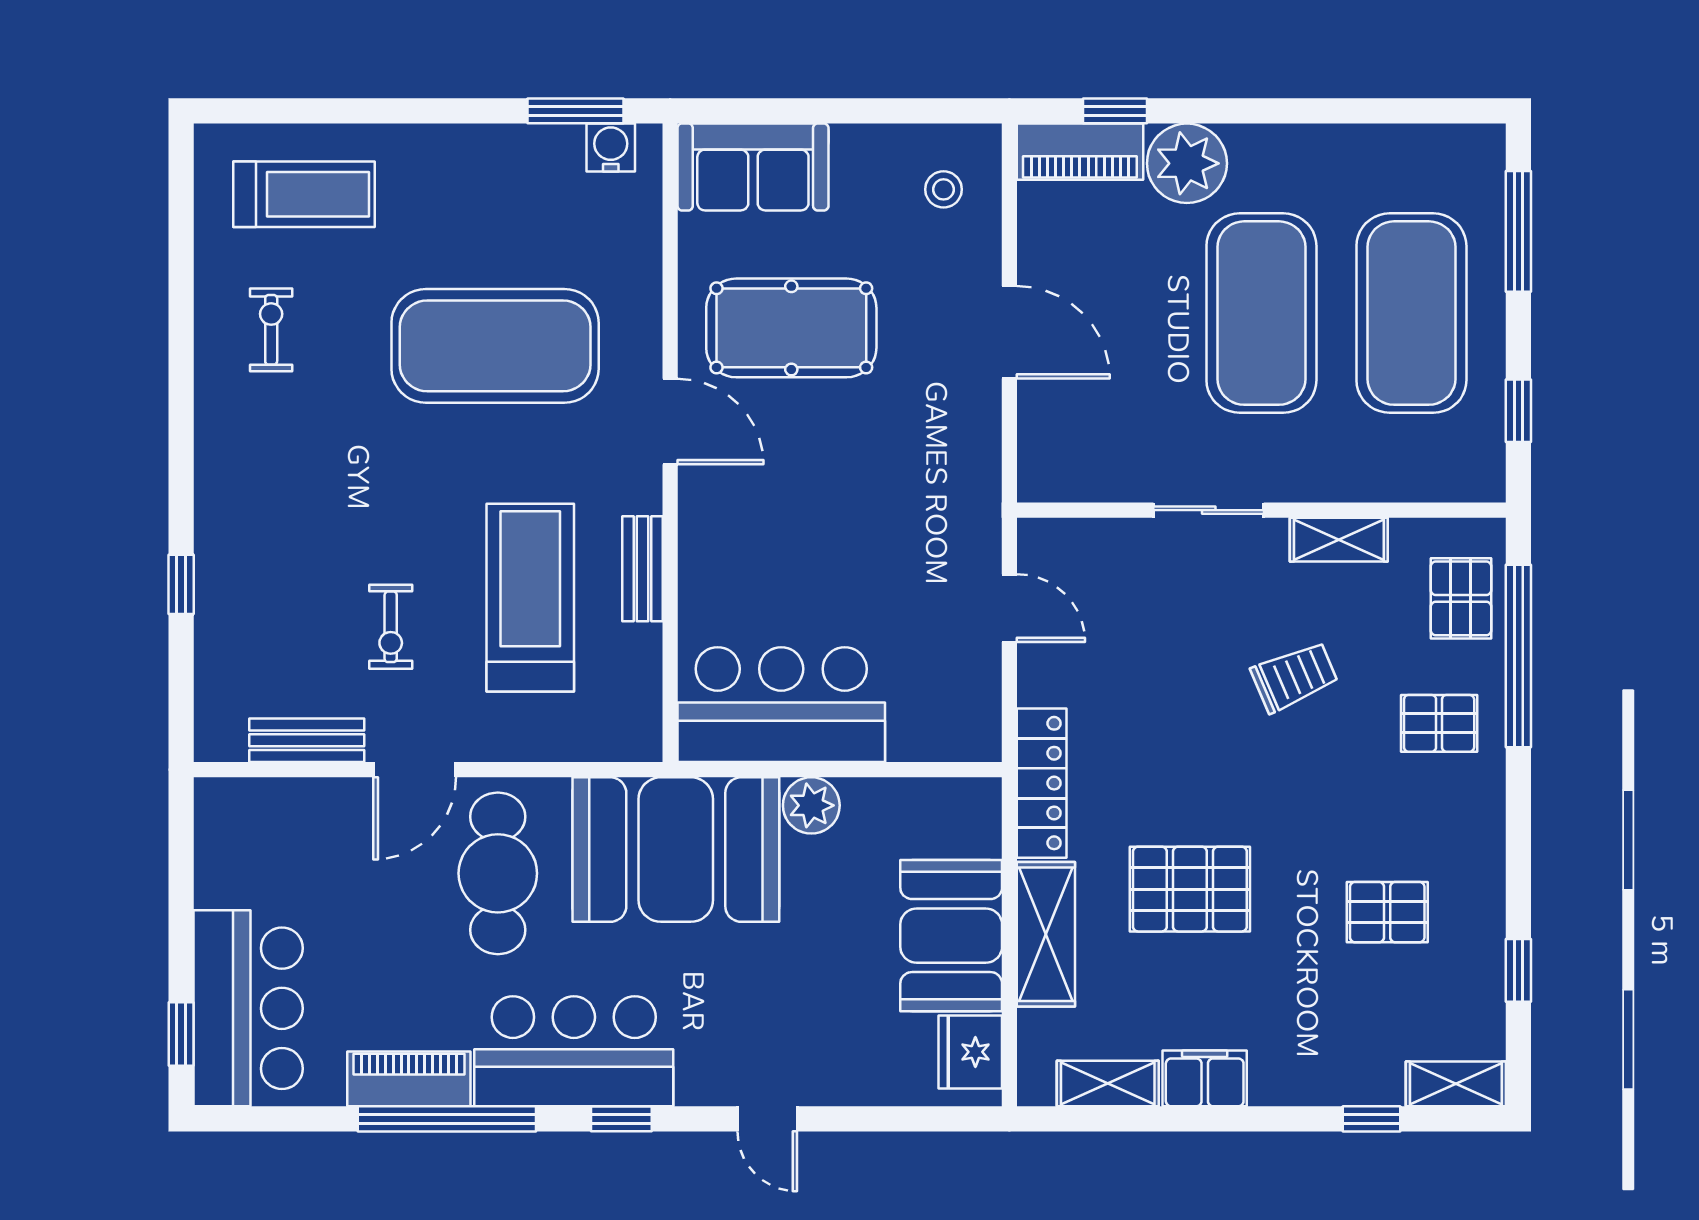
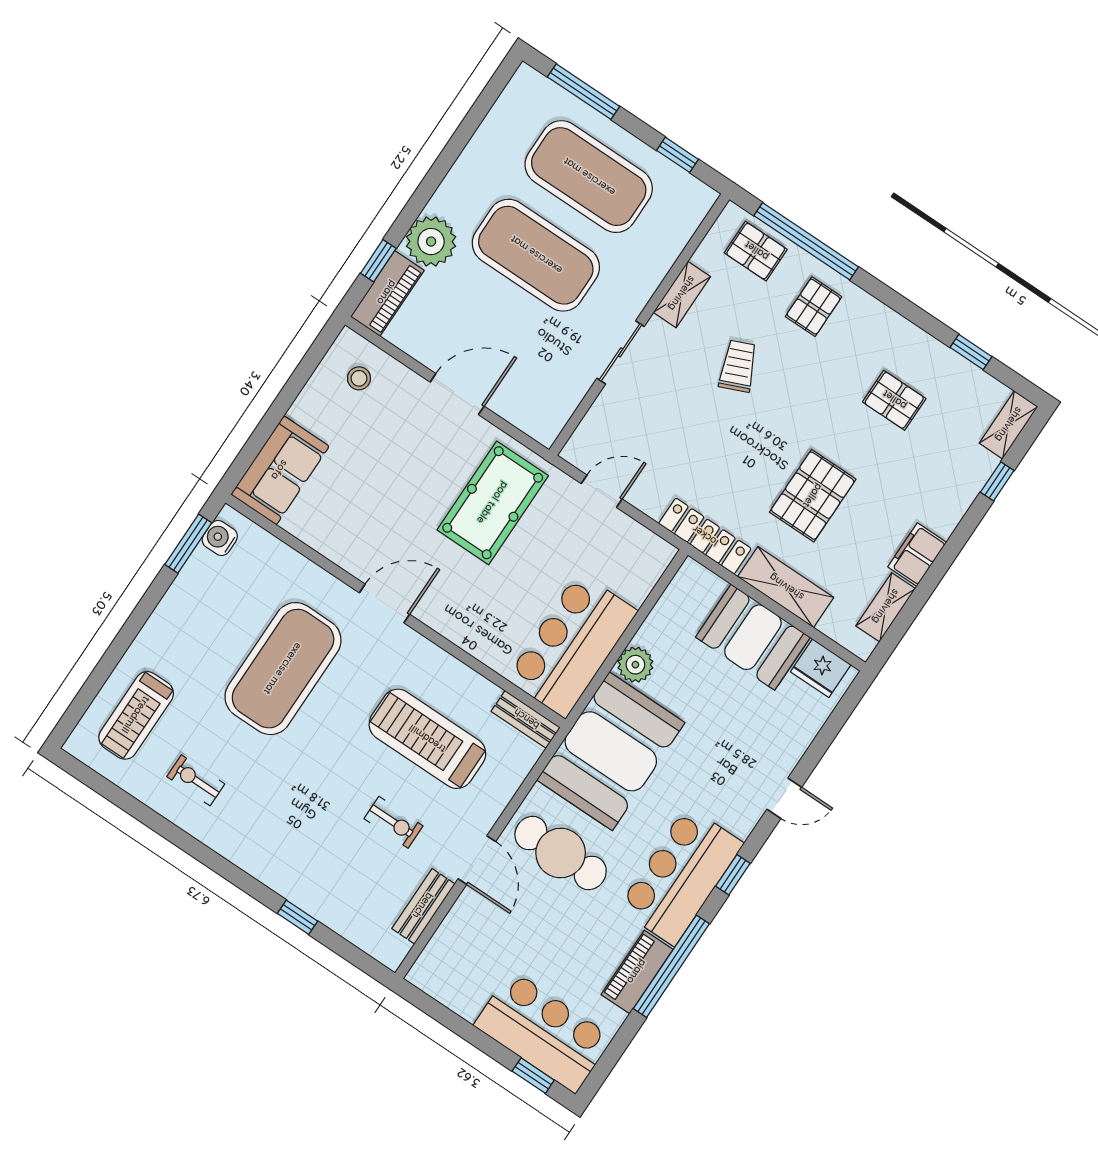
treadmill: (304, 194) -> (136, 715), turned 180
pool table: (791, 328) -> (493, 503), moved
bench: (643, 569) -> (526, 719), moved
pallet: (1387, 912) -> (894, 400), turned 90

